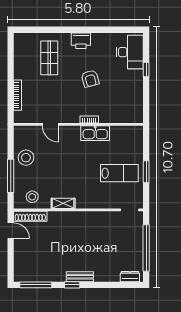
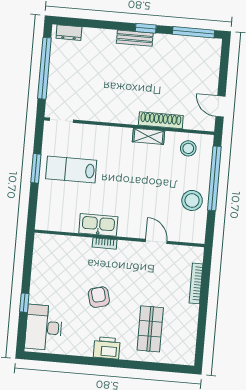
window: (11, 176) -> (214, 178), width x1.46
shoe rack: (30, 216) -> (161, 120), moved

